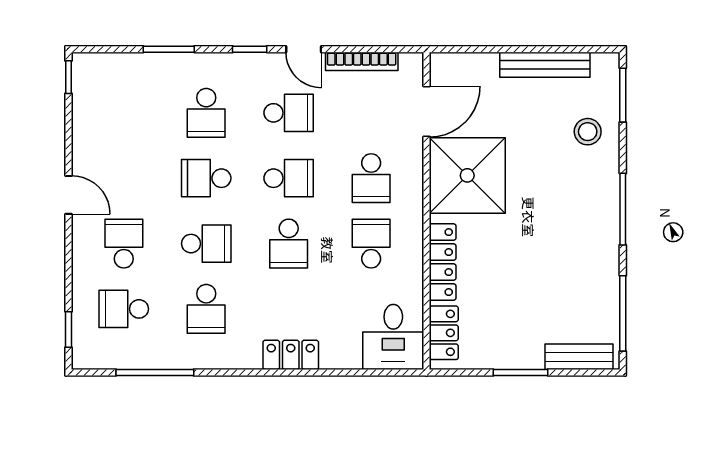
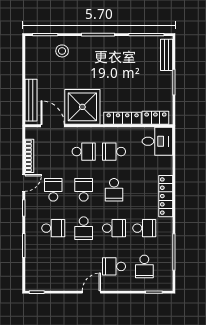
bench: (545, 65) -> (31, 100), moved
school desk: (206, 244) -> (114, 228), turned 90
school desk: (289, 244) -> (114, 190), turned 90
locker: (291, 355) -> (166, 196), width x1.53

